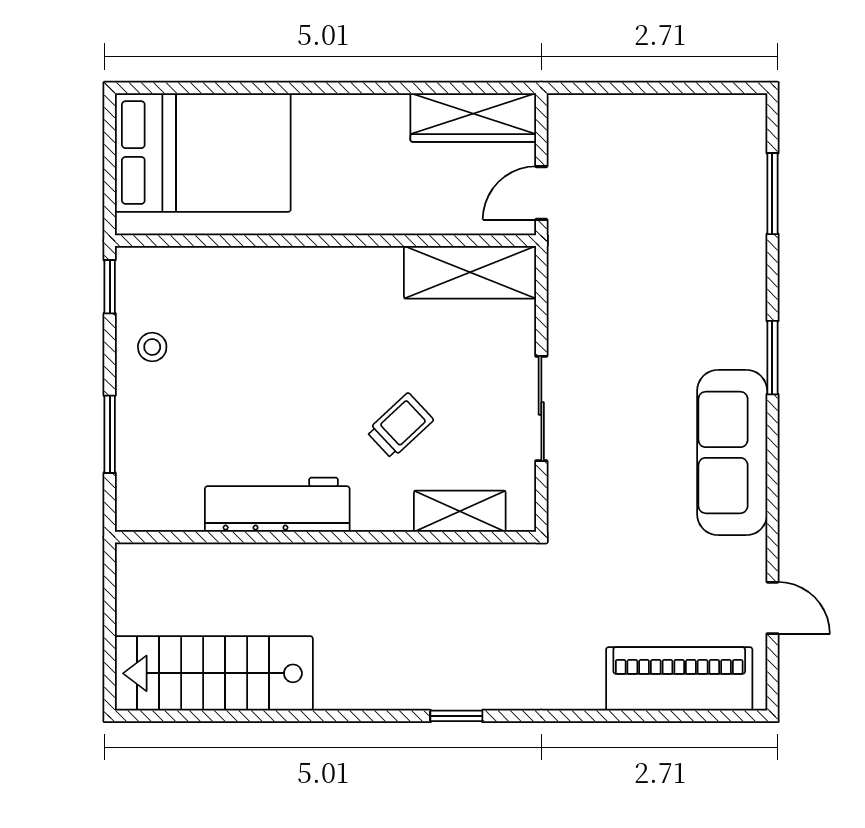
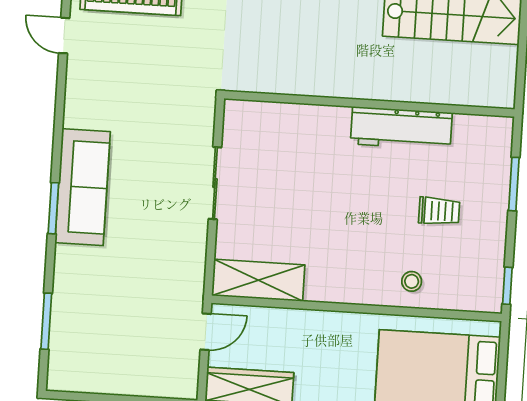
stool: (152, 347) -> (412, 281), moved
trolley: (400, 426) -> (439, 211), moved, turned -137
sofa: (732, 452) -> (83, 187), moved
shelving: (460, 511) -> (276, 116), removed

